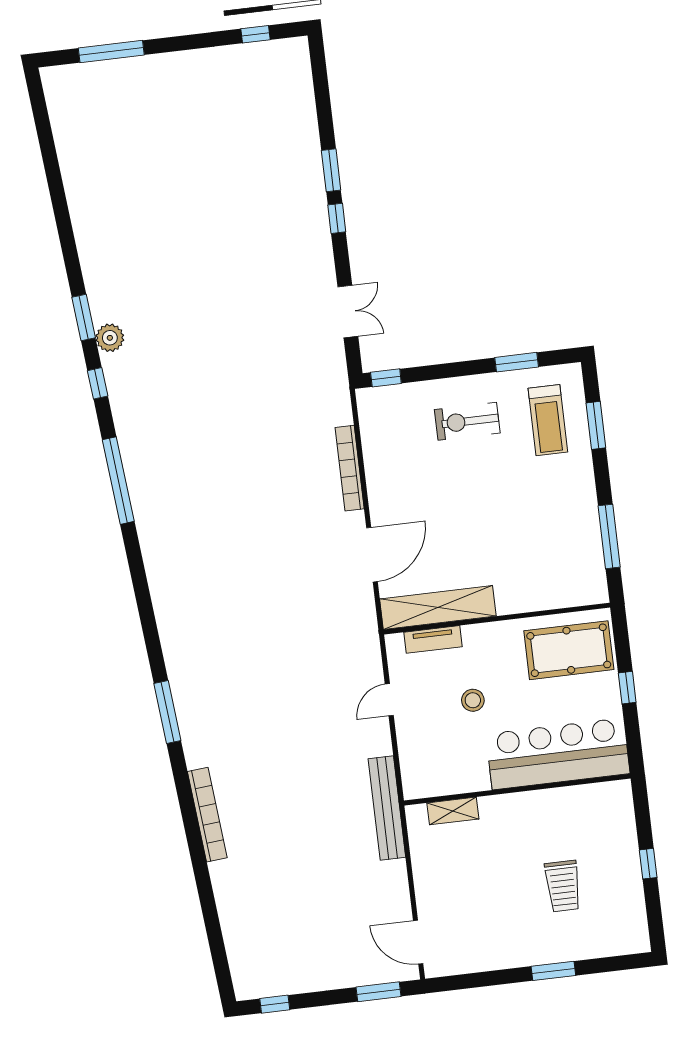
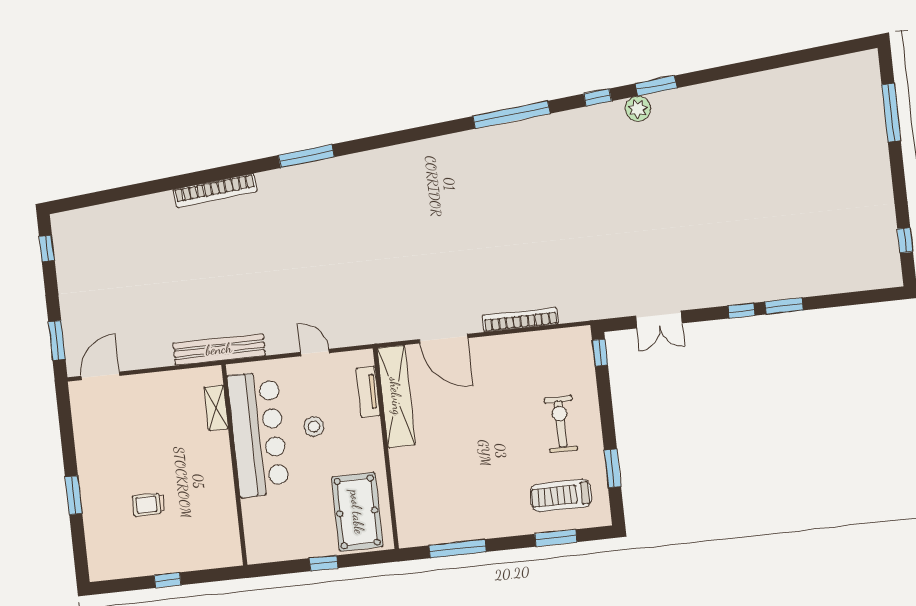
bar counter: (558, 754) -> (258, 434), moved
trolley: (563, 886) -> (149, 504), width x0.73, depth x0.72

